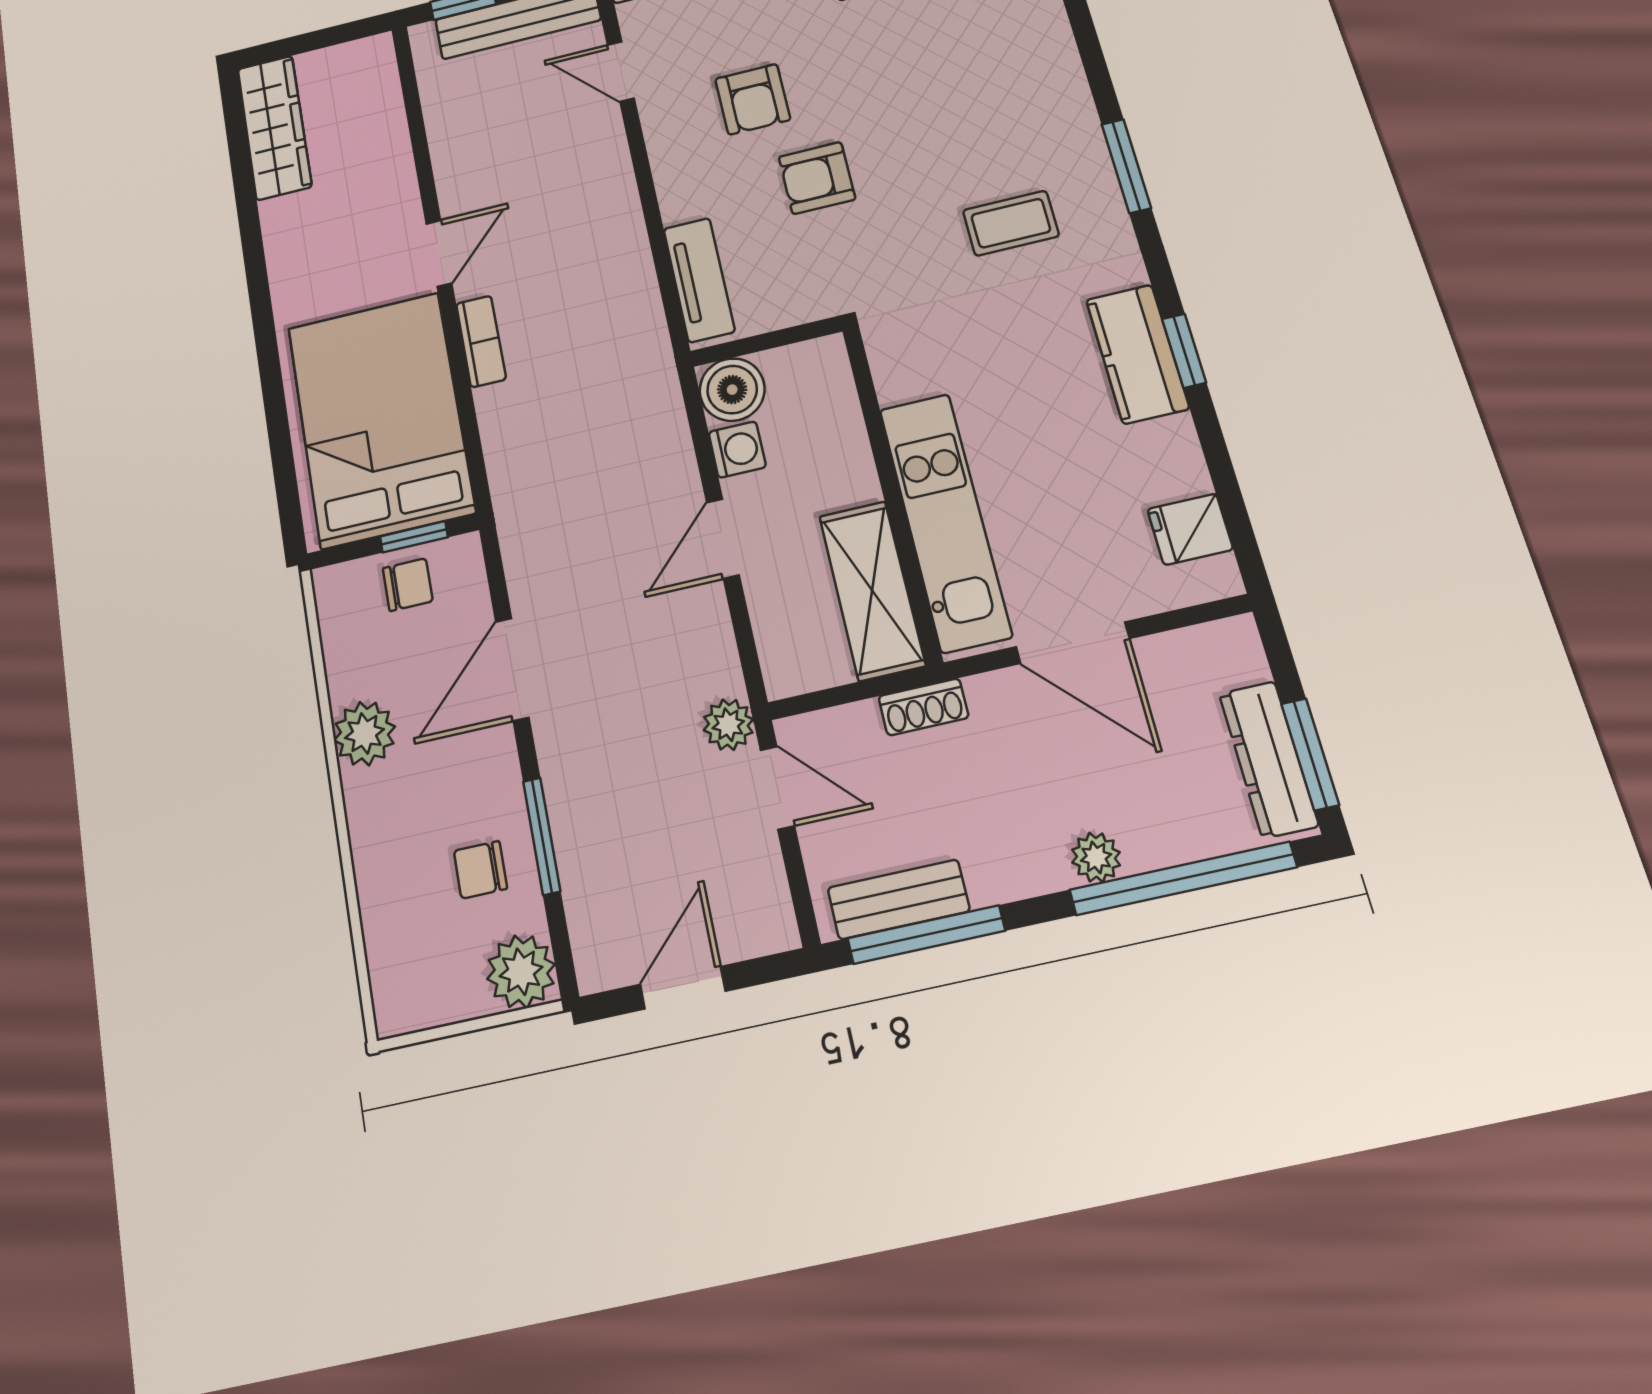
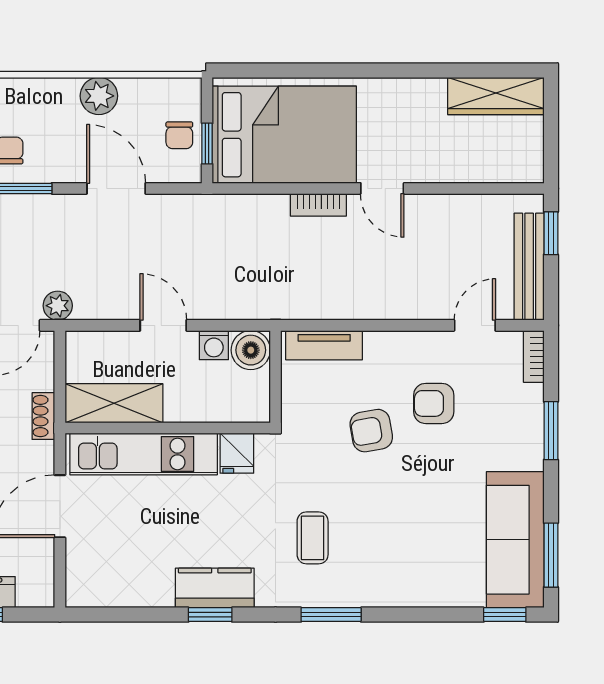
armchair: (817, 178) -> (371, 431), turned -100
fridge: (1190, 529) -> (237, 453), moved, turned 180

